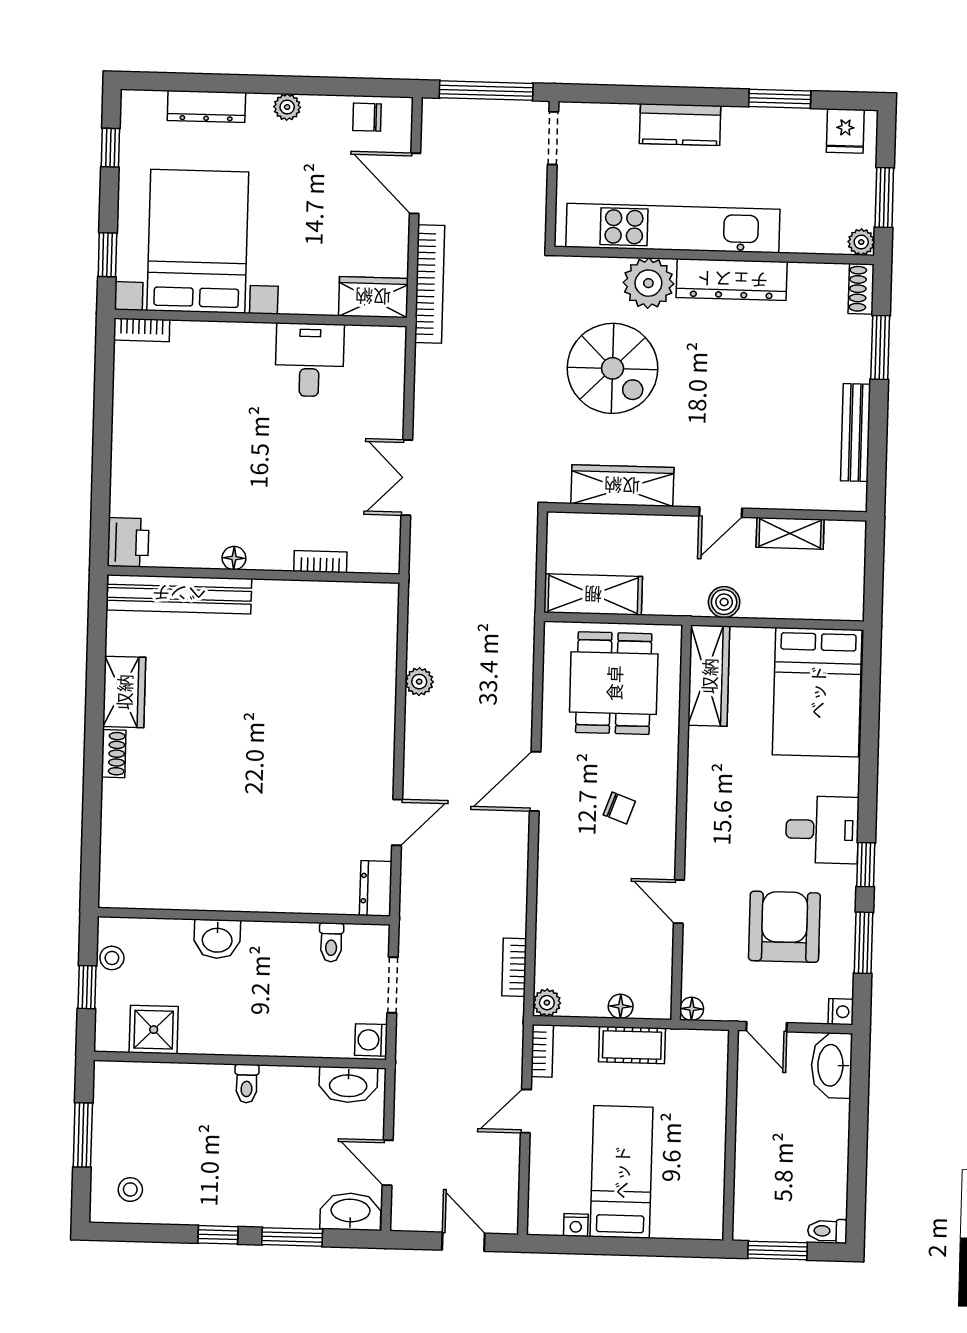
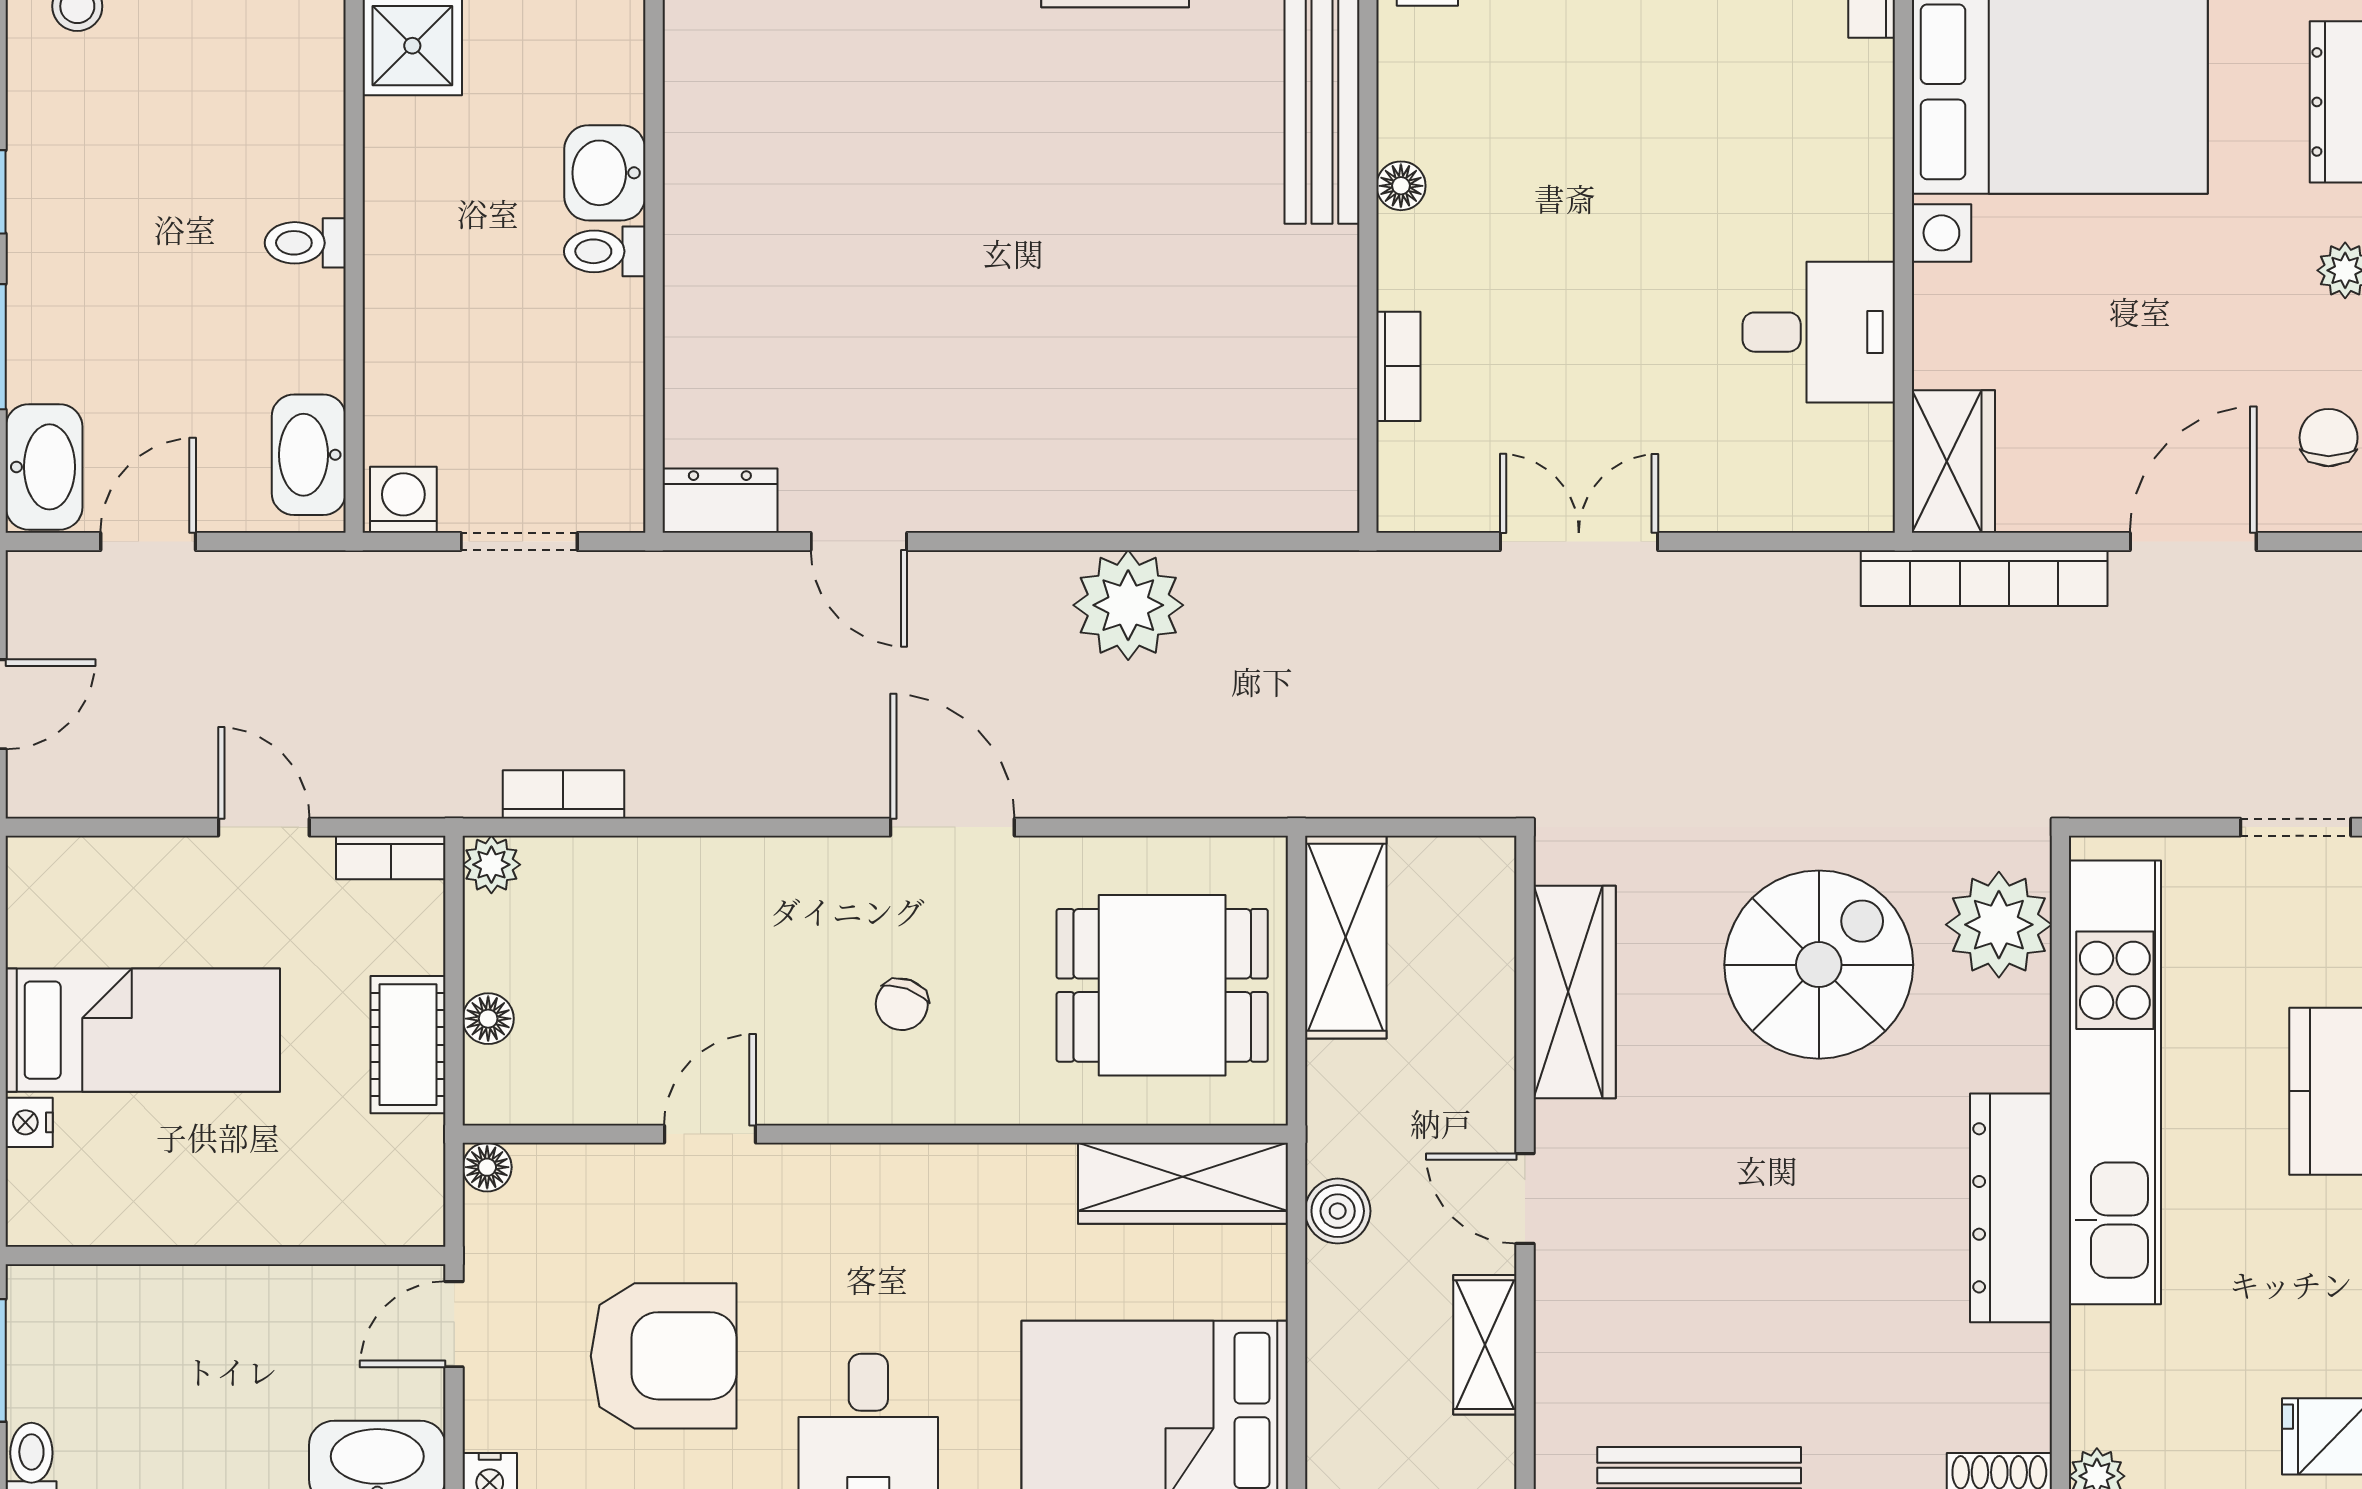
plant: (648, 283) -> (1999, 925), moved
spiral stairs: (613, 368) -> (1819, 965), turned 180
plant: (419, 682) -> (1128, 605), width x1.88, depth x1.88
toilet: (331, 942) -> (605, 251), moved
nightstand: (576, 1225) -> (29, 1122), moved

